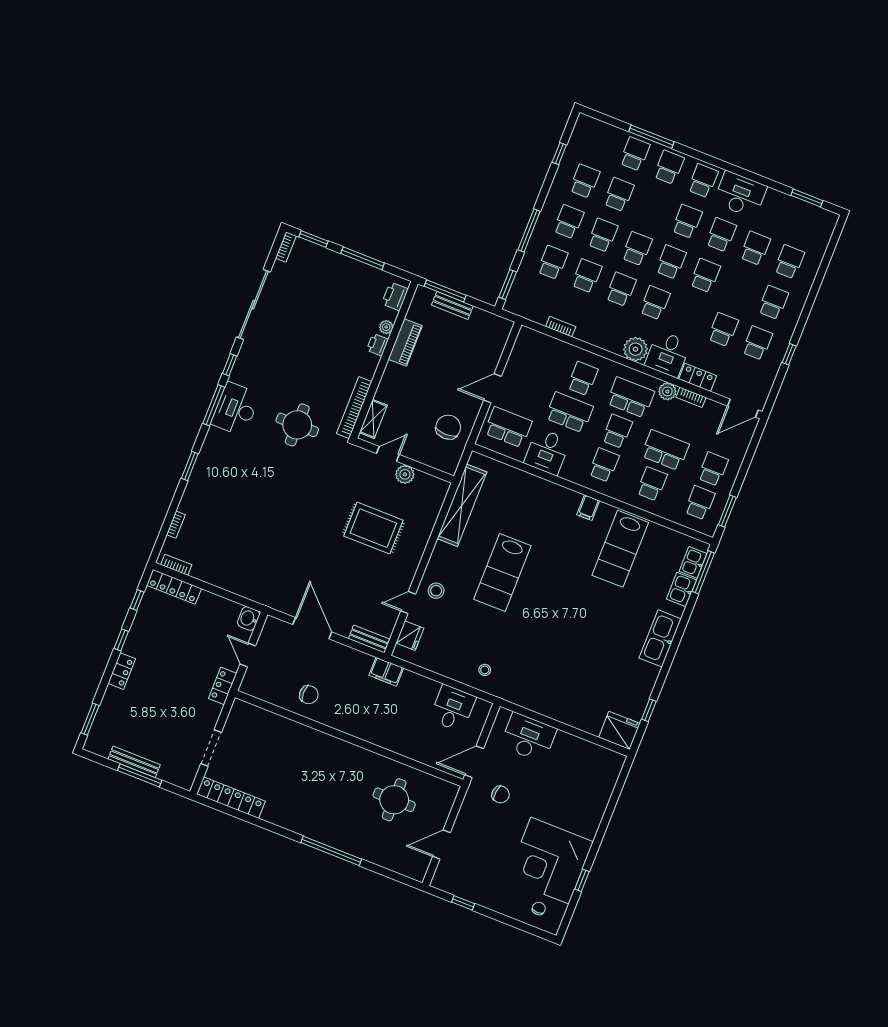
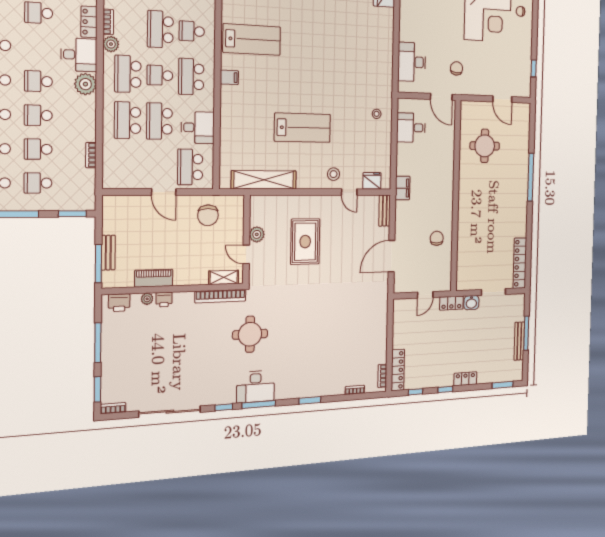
school desk: (583, 379) -> (128, 120), width x1.85
chair: (448, 427) -> (208, 215), turned -90
school desk: (604, 465) -> (191, 77), width x1.85
washbasin: (249, 619) -> (471, 303), moved

